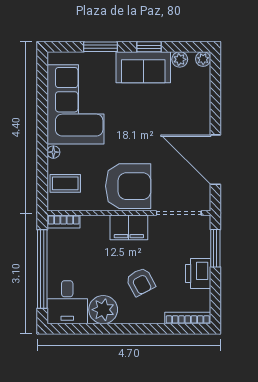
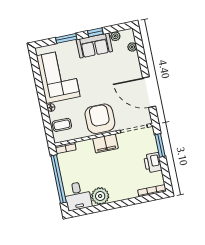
plant: (203, 59) -> (132, 47), moved
armchair: (128, 186) -> (100, 119), turned -90
armchair: (141, 282) -> (119, 175), removed

